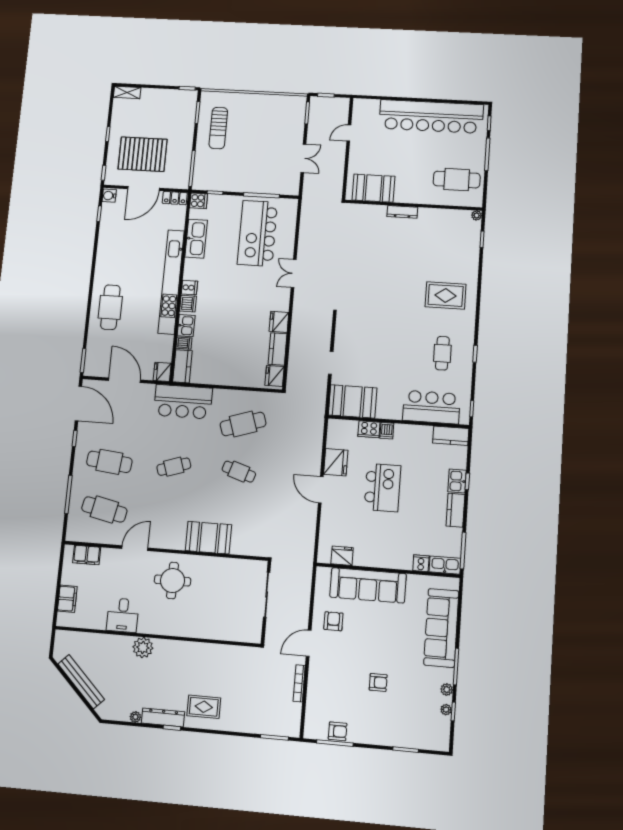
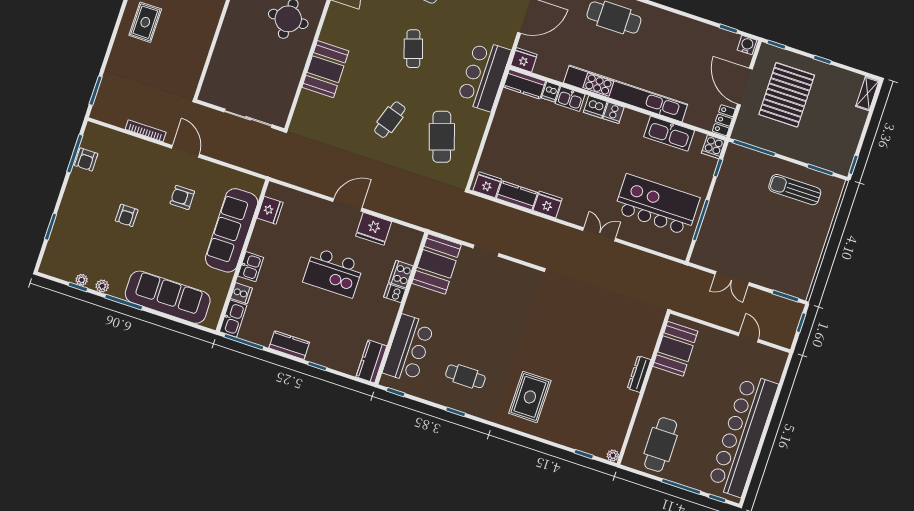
kitchen sink: (457, 481) -> (251, 267), moved, turned 90
armchair: (333, 621) -> (182, 197), moved, turned 180

